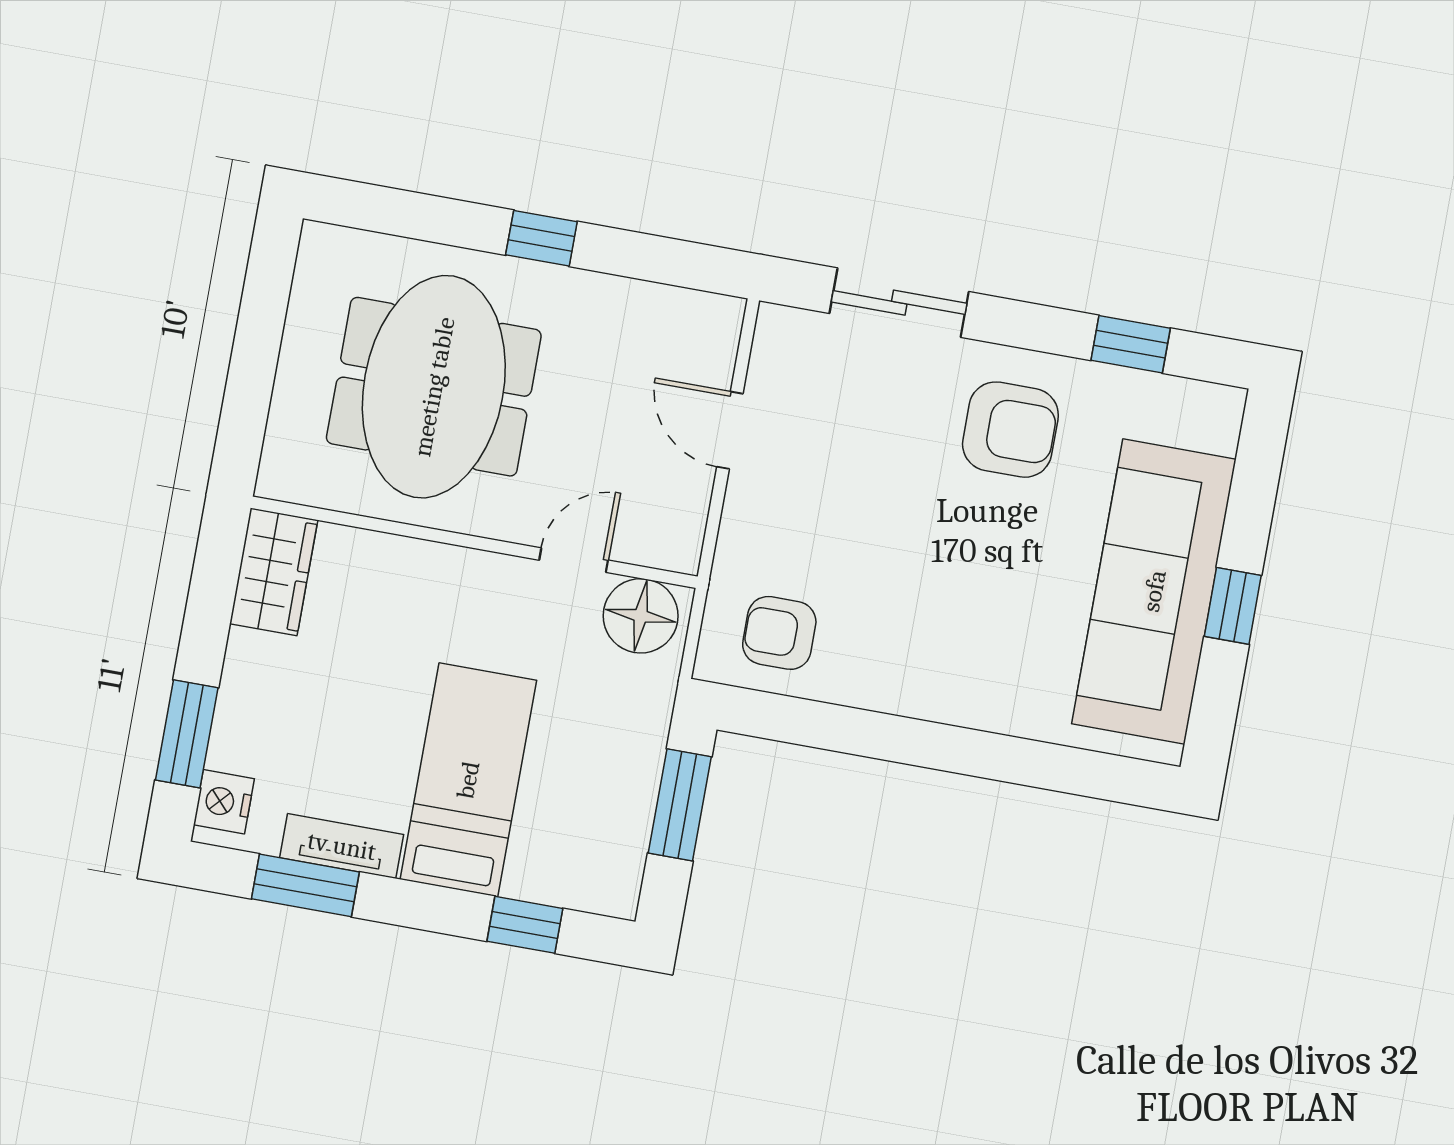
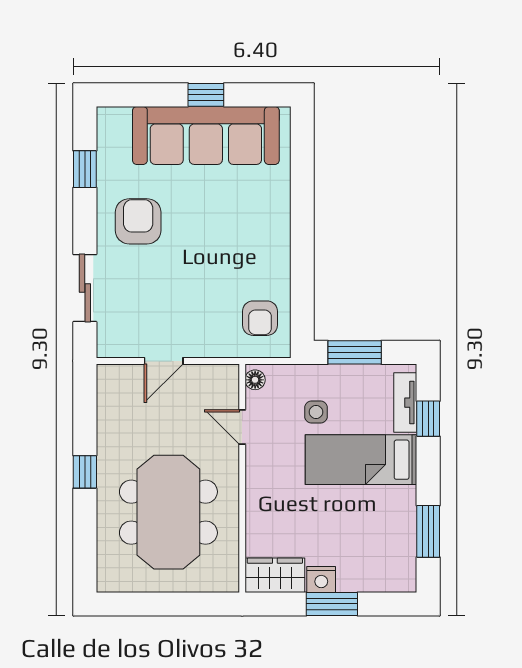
meeting table: (434, 387) -> (168, 512), turned 90
floor lamp: (641, 616) -> (255, 380), width x0.53, depth x0.53
side table: (577, 709) -> (316, 412), added
window: (187, 734) -> (332, 604), moved
nightstand: (224, 802) -> (321, 579), moved
tv unit: (342, 846) -> (405, 403), moved

